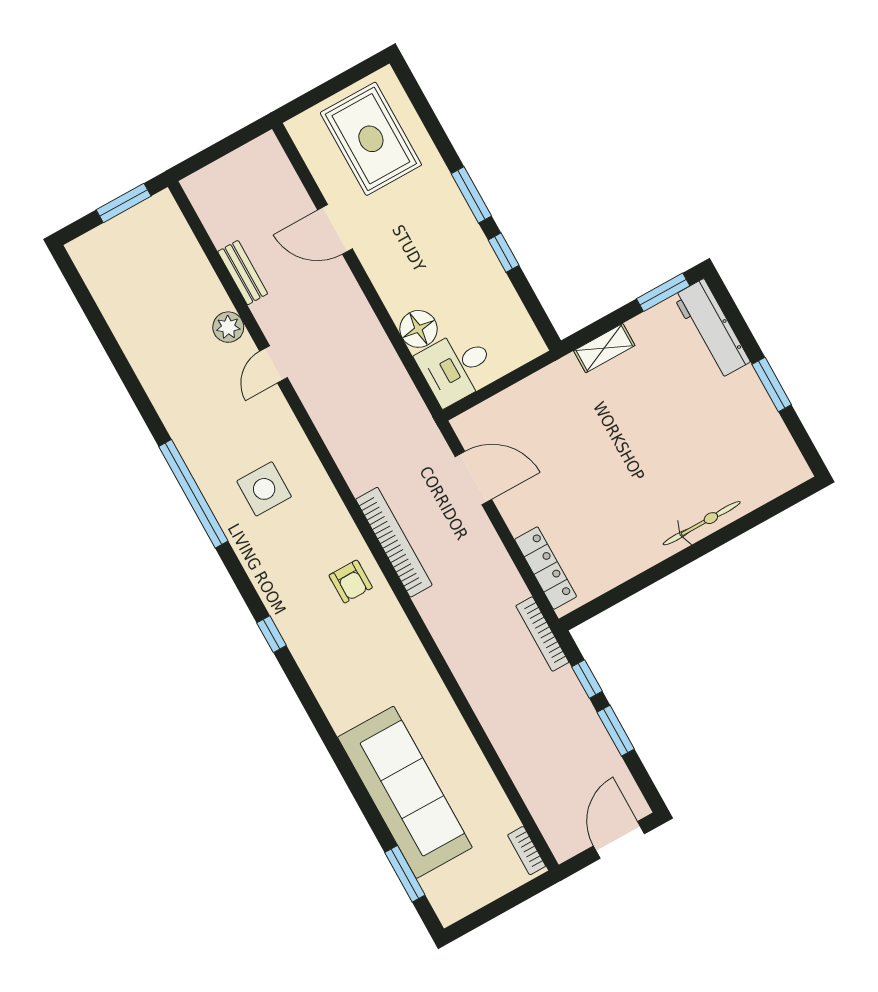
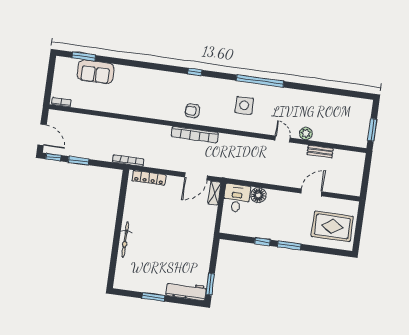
shelving: (604, 348) -> (214, 193), moved
window: (587, 679) -> (53, 157), moved
sofa: (405, 792) -> (96, 72), width x0.54, depth x0.79

